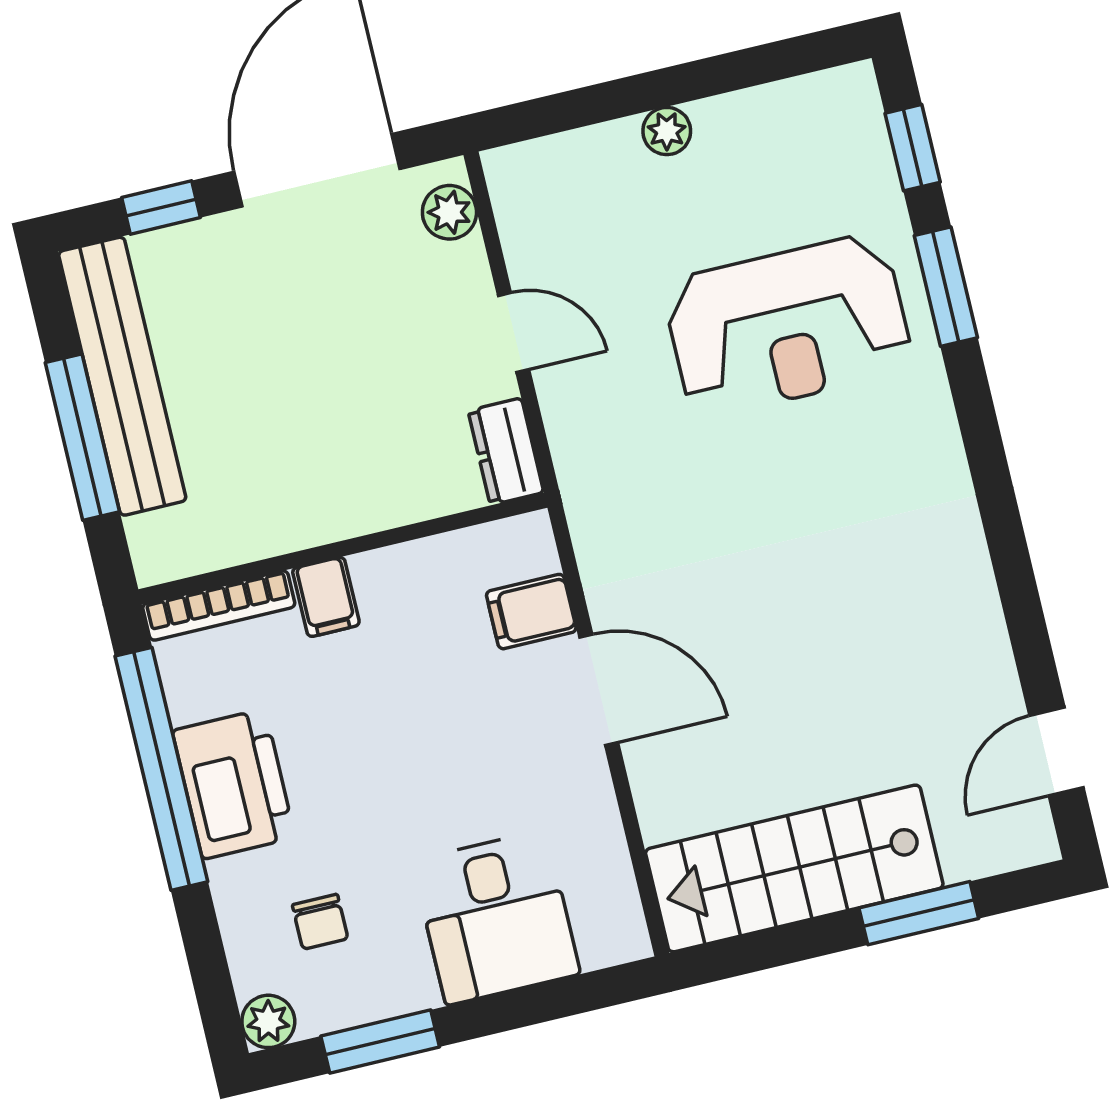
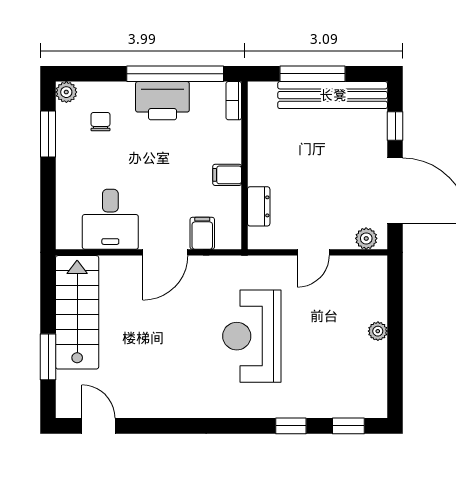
window: (946, 287) -> (291, 426), width x0.67
reception desk: (788, 326) -> (252, 336), moved
dresser: (506, 452) -> (259, 206), moved, turned 90
filing cabinet: (326, 597) -> (227, 175), moved
bookcase: (219, 606) -> (234, 101), width x0.64
desk: (496, 917) -> (110, 219), moved, turned -90
chair: (320, 922) -> (101, 122), turned 90

